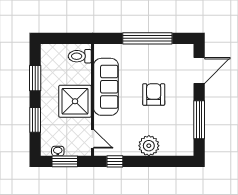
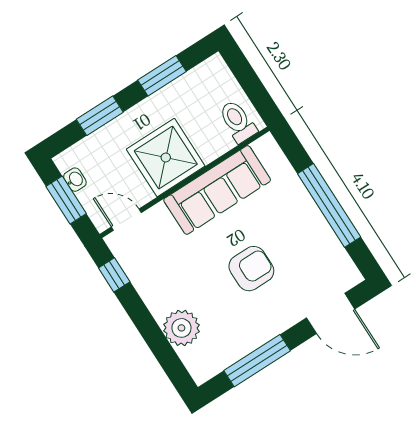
door: (92, 139) -> (126, 220), swing flipped
plant: (149, 146) -> (181, 328), moved

